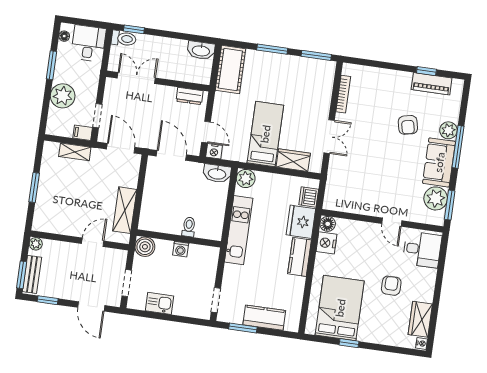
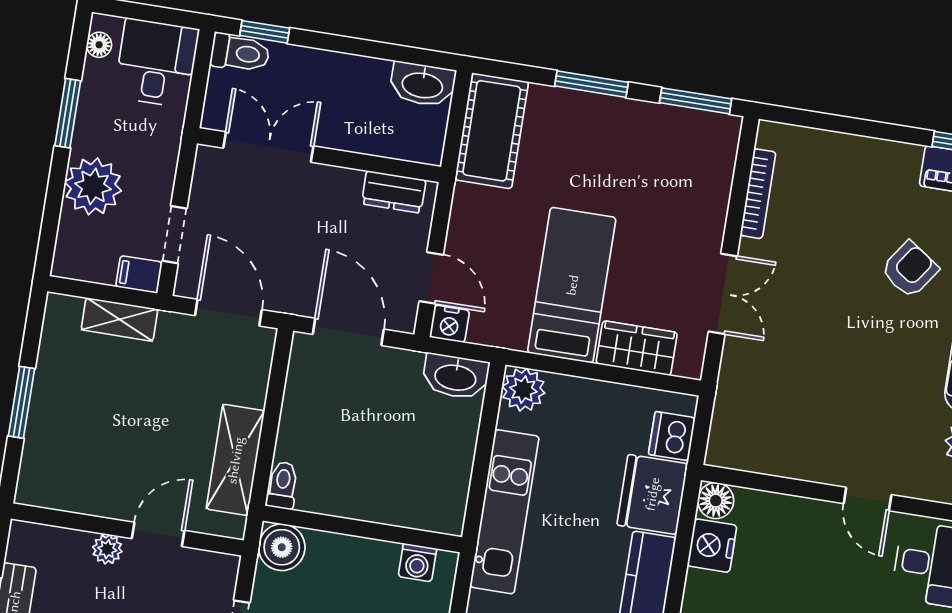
armchair: (408, 125) -> (910, 269), turned -133
toilet: (189, 227) -> (282, 485), moved
plant: (36, 244) -> (107, 549), moved
washing machine: (181, 249) -> (417, 563), moved

